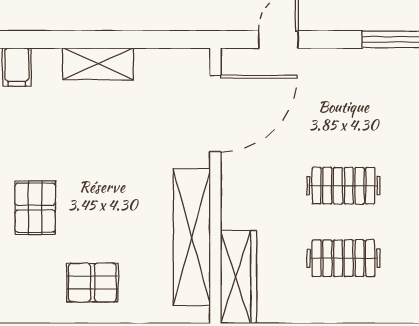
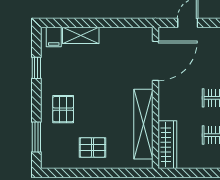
shelving: (98, 64) -> (81, 35), moved

